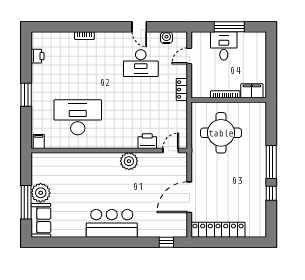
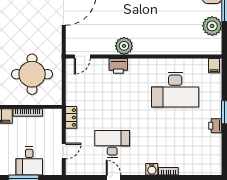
water cooler: (166, 38) -> (152, 169), moved
printer: (37, 56) -> (215, 126), moved
printer: (147, 141) -> (118, 66), moved
plant: (41, 193) -> (212, 26), moved

